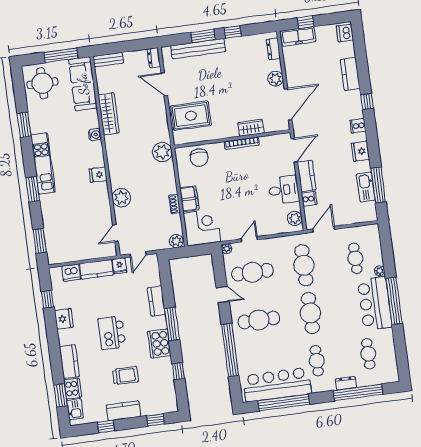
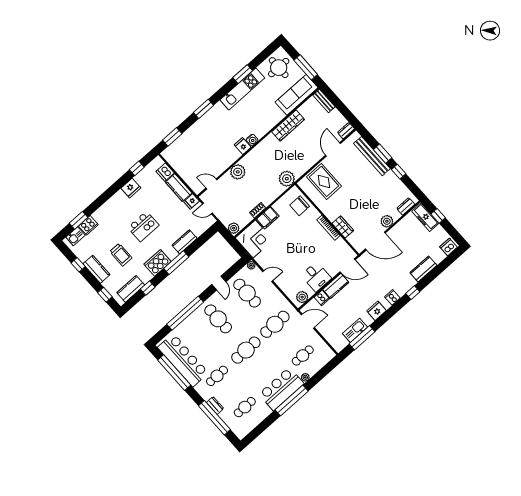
water cooler: (95, 135) -> (252, 140), moved
kitchen unit: (43, 163) -> (242, 89), moved
kitchen island: (112, 333) -> (143, 226), turned 180
kitchen counter: (69, 362) -> (131, 289), moved, turned 180

